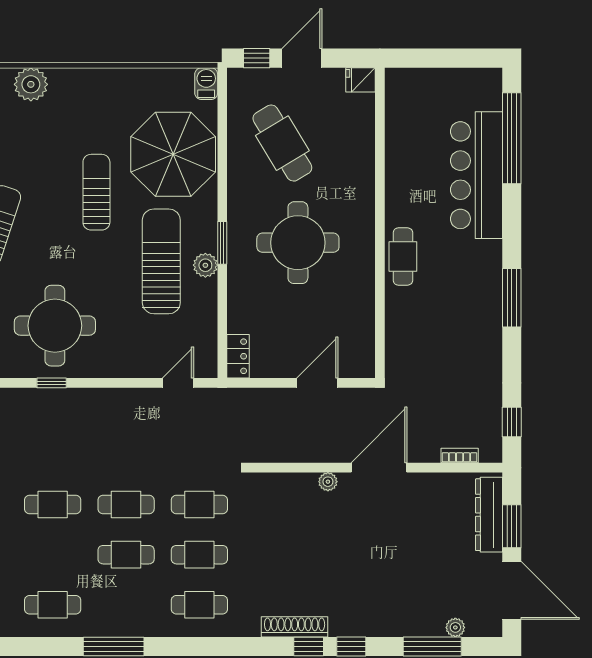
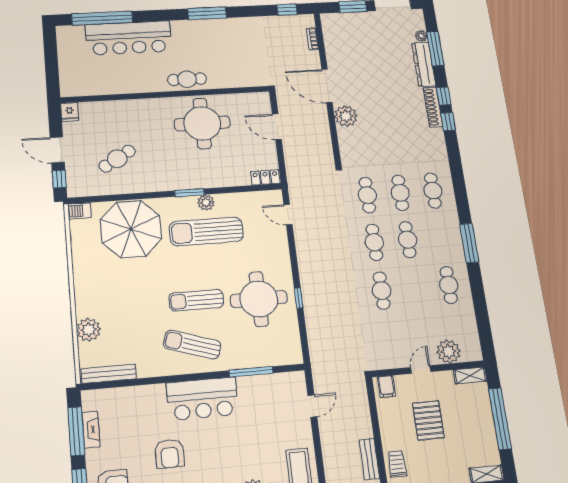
cafe table: (282, 143) -> (117, 159), width x0.73, depth x0.74
sun lounger: (96, 192) -> (196, 300), moved
round table: (298, 243) -> (202, 123), moved
plant: (328, 482) -> (346, 116), width x1.88, depth x1.88
dresser: (489, 515) -> (424, 64), moved, turned 90
shoe rack: (295, 627) -> (433, 107), moved

